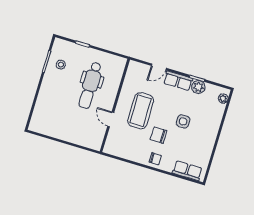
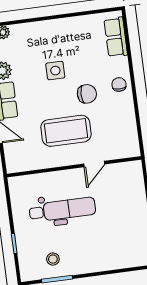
chair: (159, 135) -> (87, 94), turned -90

